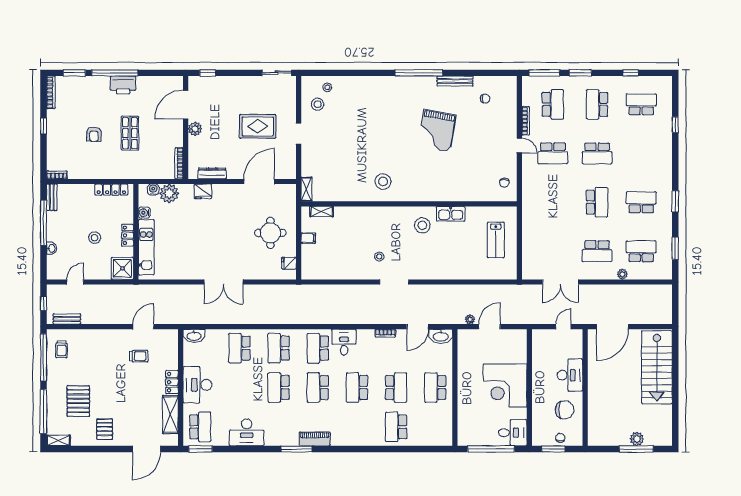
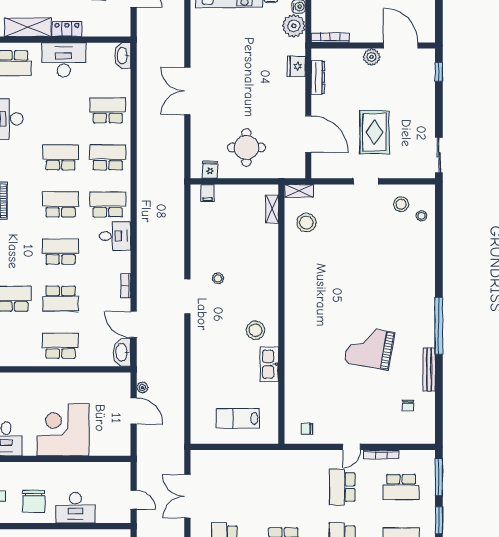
stool: (383, 182) -> (306, 223), moved
filing cabinet: (308, 238) -> (208, 193), moved

